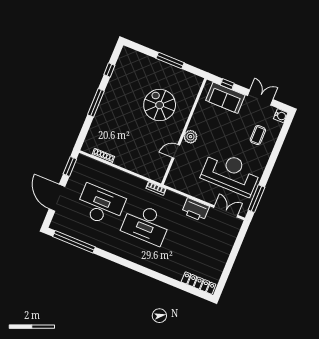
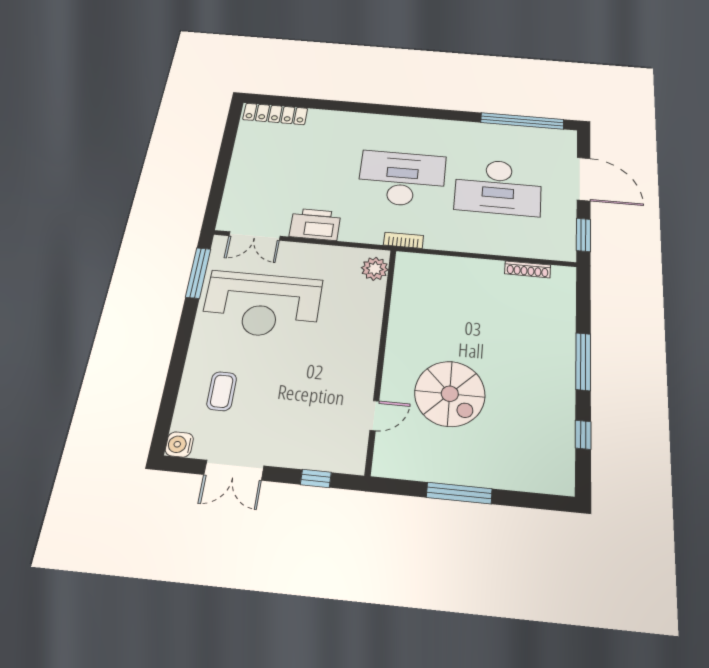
sofa: (225, 98) -> (312, 448), removed
plant: (191, 137) -> (375, 269), moved
door: (176, 151) -> (374, 416), moved

